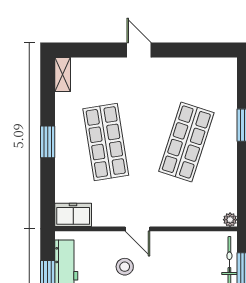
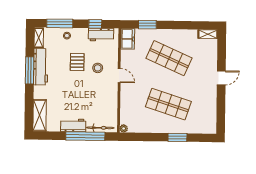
window: (48, 142) -> (147, 25), moved
shop shelf: (106, 142) -> (169, 58), turned 33
door: (137, 229) -> (119, 76), swing flipped

